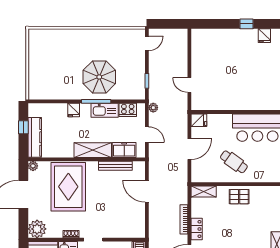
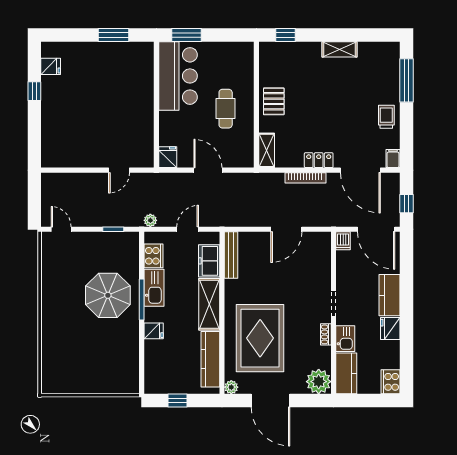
kitchen counter: (35, 137) -> (210, 359), moved, turned -90
cafe table: (234, 162) -> (226, 109), turned -35
bench: (115, 166) -> (231, 255), moved
rug: (68, 187) -> (260, 338), turned 90
door: (147, 191) -> (286, 229), moved

